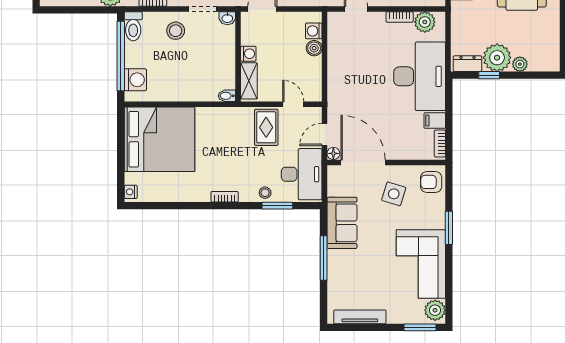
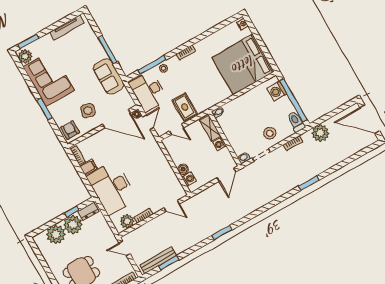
plant: (520, 64) -> (56, 234), width x1.88, depth x1.88
armchair: (431, 182) -> (70, 130), turned -90
window: (277, 206) -> (152, 65), width x1.44

